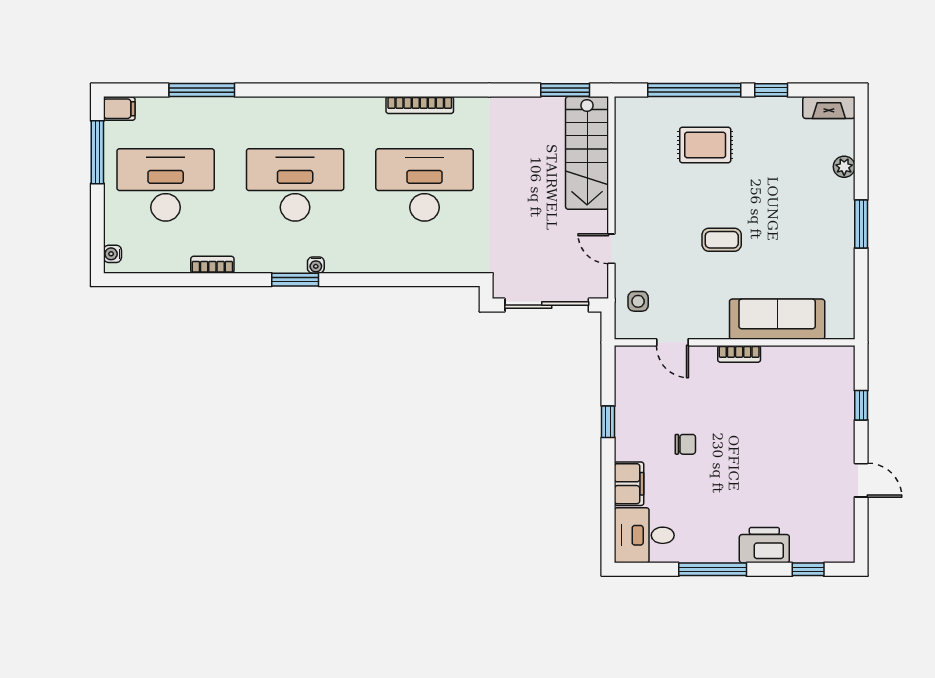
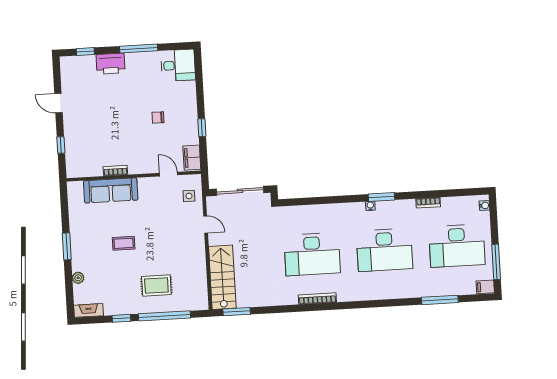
coffee table: (722, 240) -> (124, 243), moved
bookcase: (739, 354) -> (115, 171), moved
filing cabinet: (629, 484) -> (192, 158), moved

